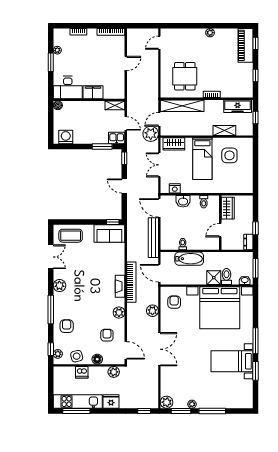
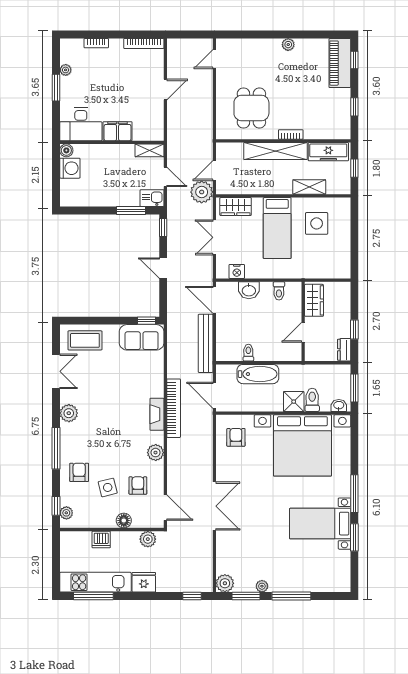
shelving: (182, 106) -> (275, 151), moved
washing machine: (66, 137) -> (70, 168), moved, turned 90
plant: (152, 311) -> (204, 450), removed
side table: (77, 356) -> (108, 487), moved

